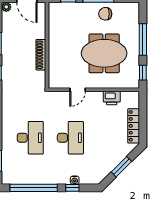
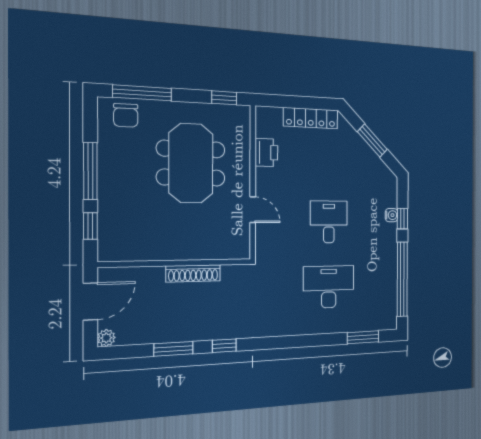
chair: (105, 14) -> (126, 115), moved
window: (143, 39) -> (142, 93), moved
desk: (70, 138) -> (329, 222), width x0.73

